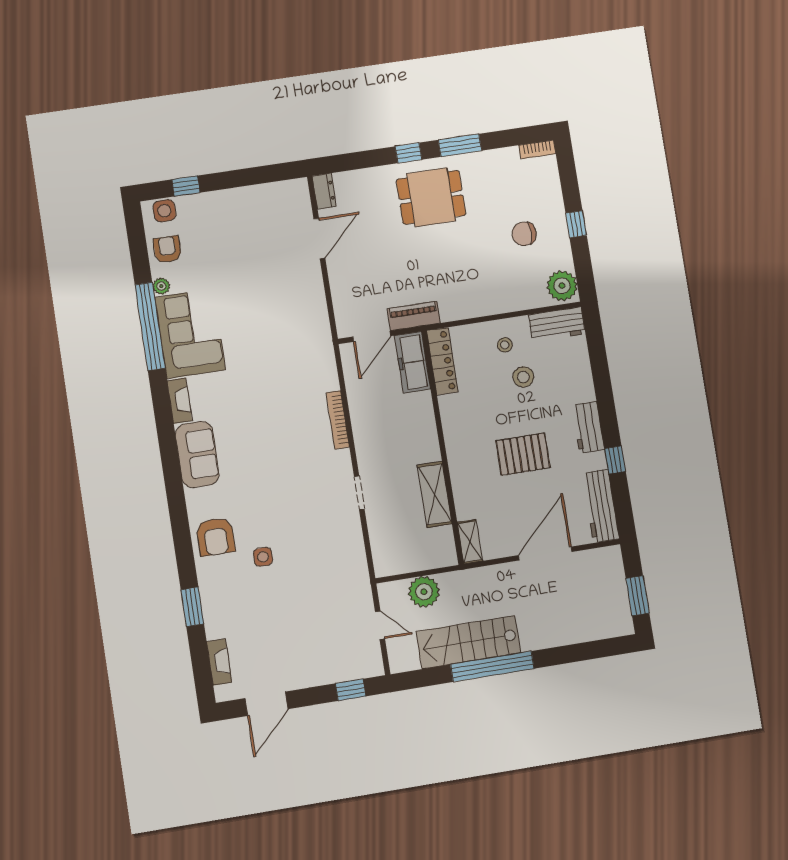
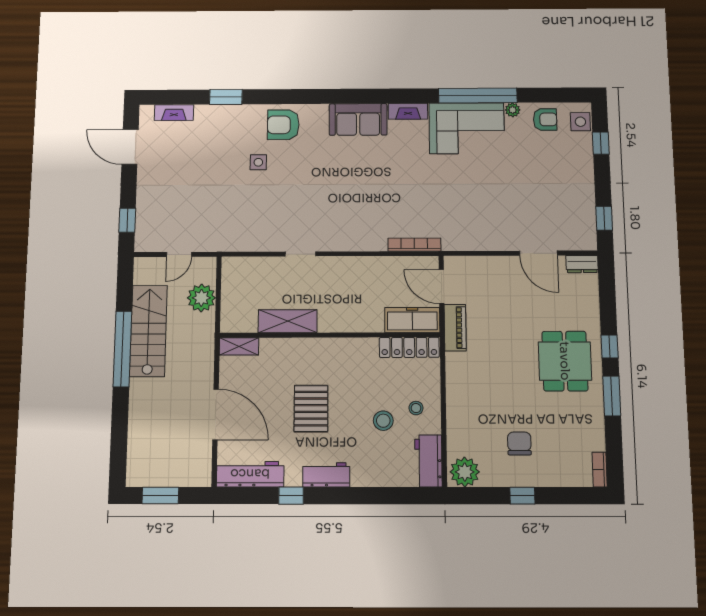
window: (270, 174) -> (604, 218), added
bookcase: (338, 420) -> (414, 245), moved

